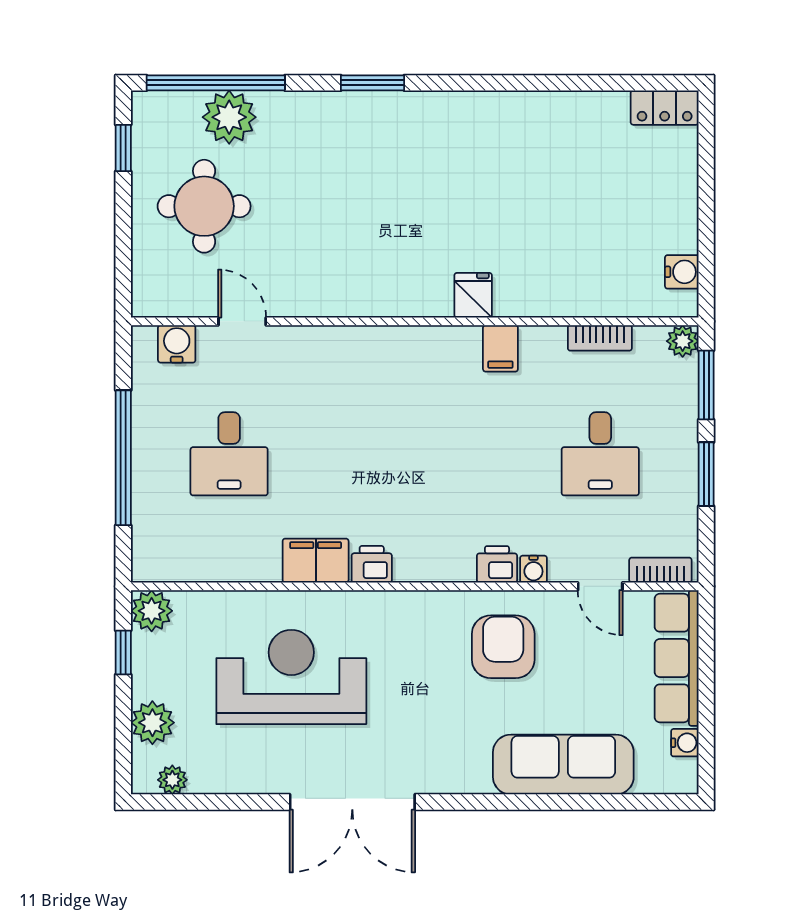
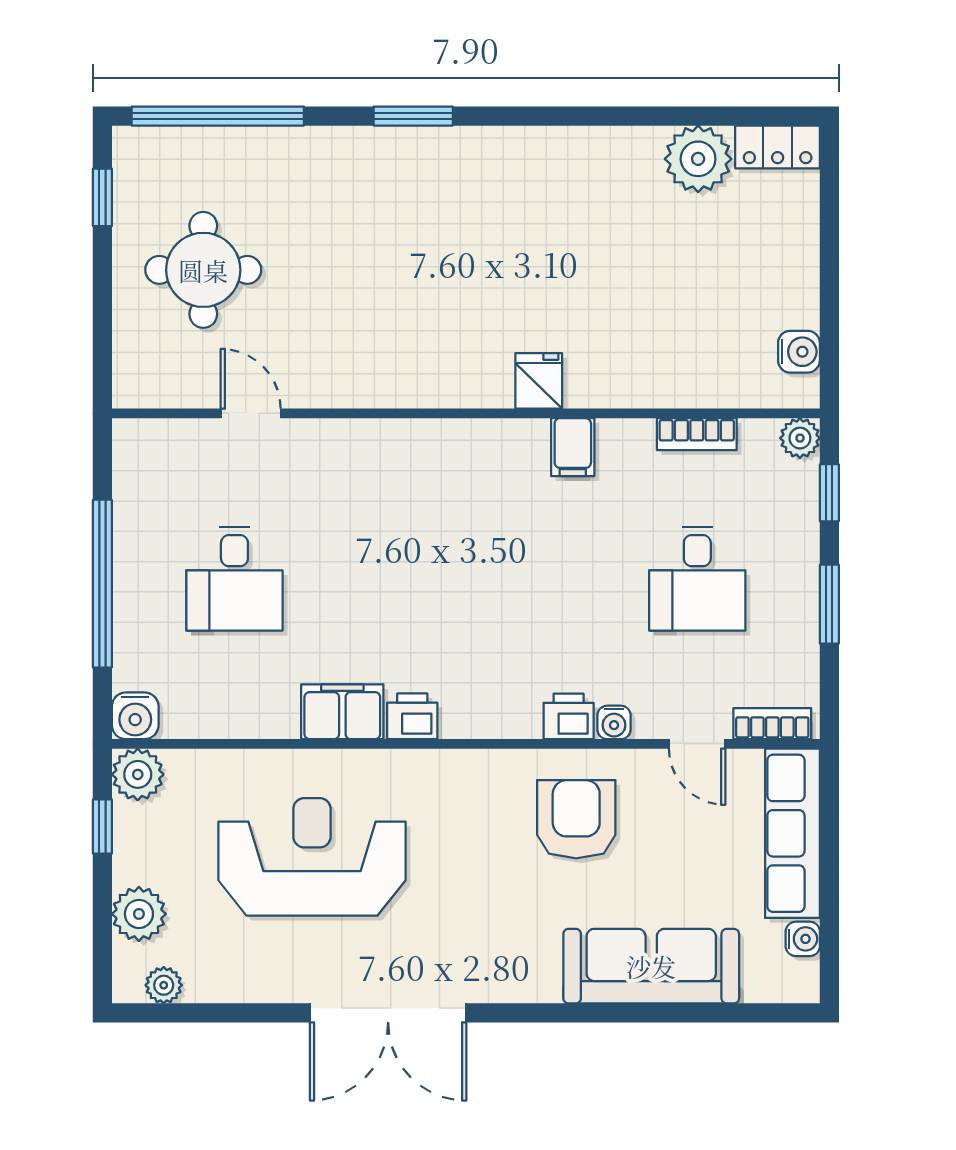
plant: (229, 117) -> (698, 159), moved
water cooler: (177, 344) -> (135, 716), moved, turned 180
window: (706, 385) -> (829, 493), width x0.67

